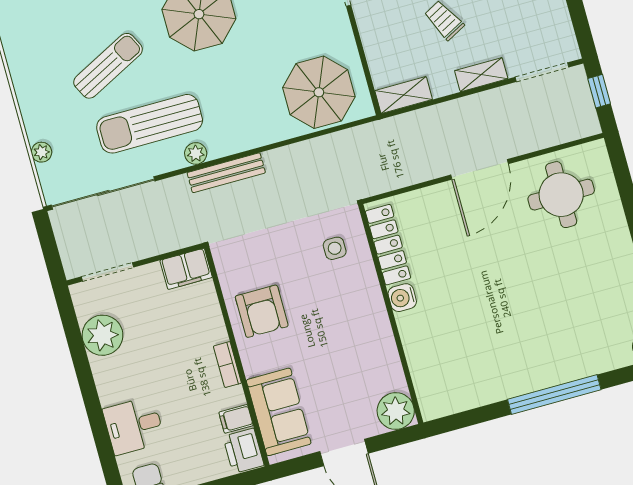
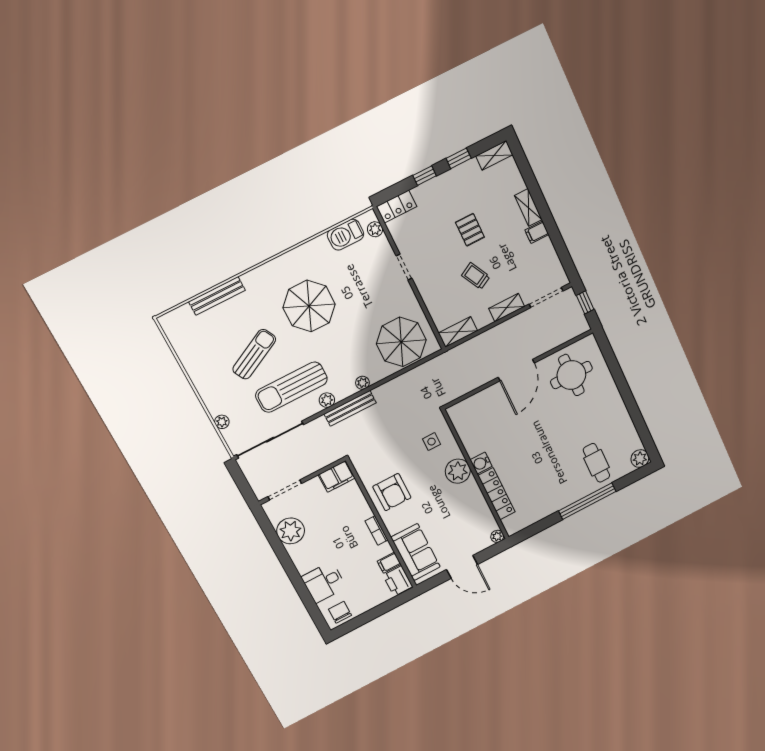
plant: (251, 139) -> (362, 383), added
locker: (388, 245) -> (497, 494), moved
plant: (365, 302) -> (458, 471), added
cafe table: (578, 338) -> (596, 463), added
plant: (396, 411) -> (497, 536), width x0.53, depth x0.53

